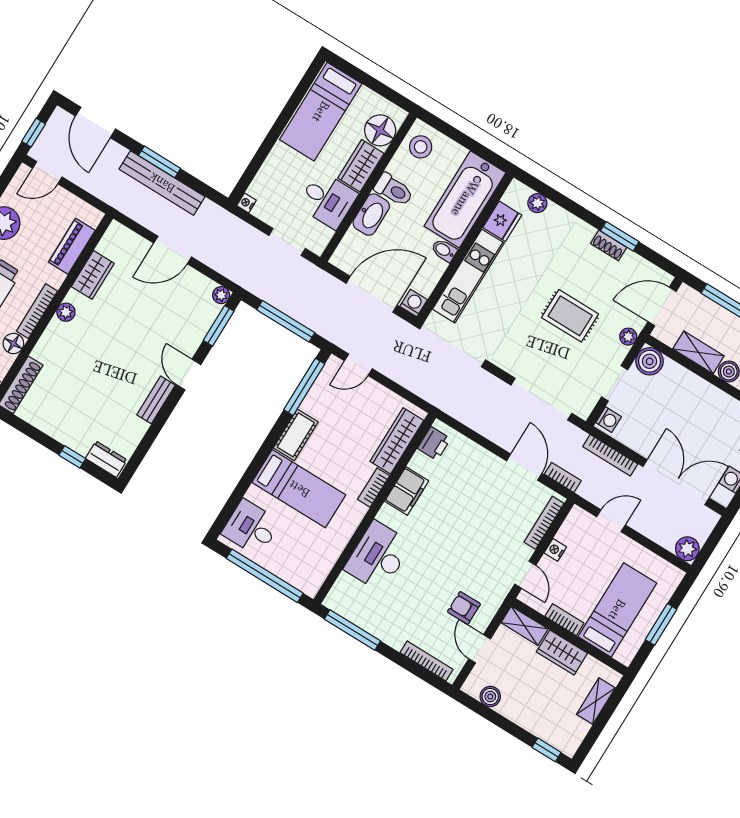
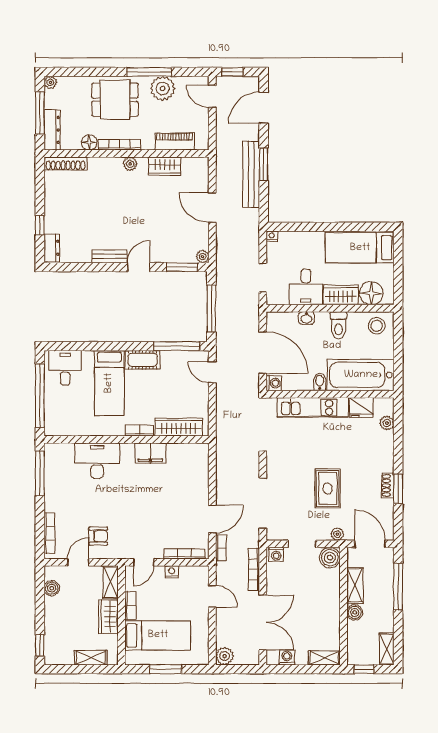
washbasin: (371, 215) -> (306, 318), width x0.52, depth x0.69
printer: (434, 443) -> (192, 452), removed
armchair: (464, 608) -> (98, 536), turned 90

